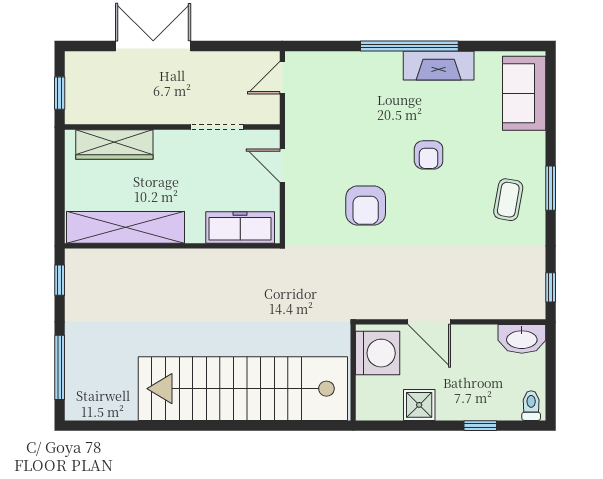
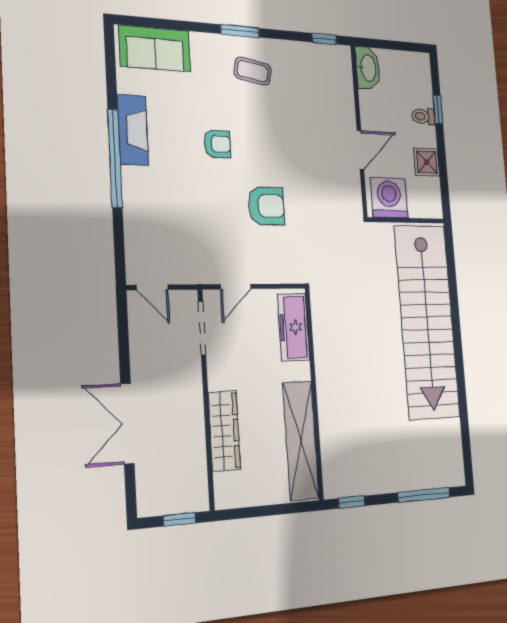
doorway: (217, 127) -> (202, 328), moved
wardrobe: (114, 144) -> (224, 431), moved
toilet: (531, 406) -> (423, 116), moved

